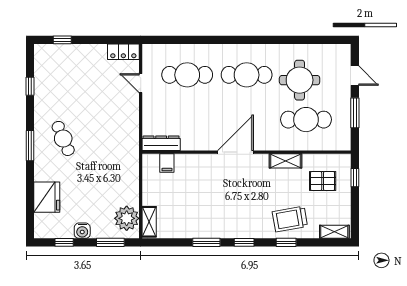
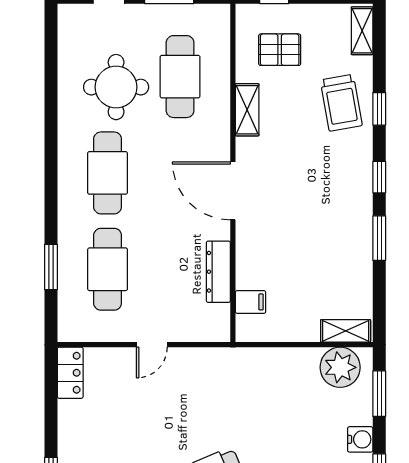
window: (189, 40) -> (51, 267), added
door: (141, 83) -> (152, 345), moved
dresser: (161, 143) -> (218, 272), moved
pallet: (323, 181) -> (280, 50), turned 90

